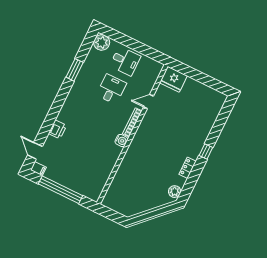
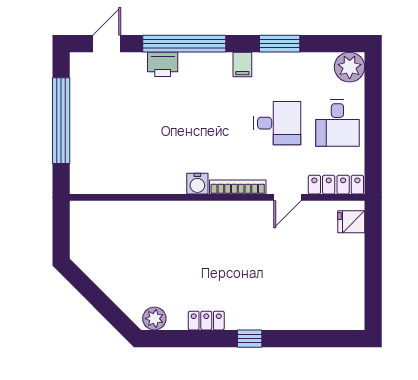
locker: (154, 76) -> (336, 185), added
fridge: (173, 79) -> (351, 222), width x0.53, depth x0.75
door: (148, 101) -> (287, 197), swing flipped
window: (53, 114) -> (184, 44), added
filing cabinet: (38, 169) -> (242, 64), moved

